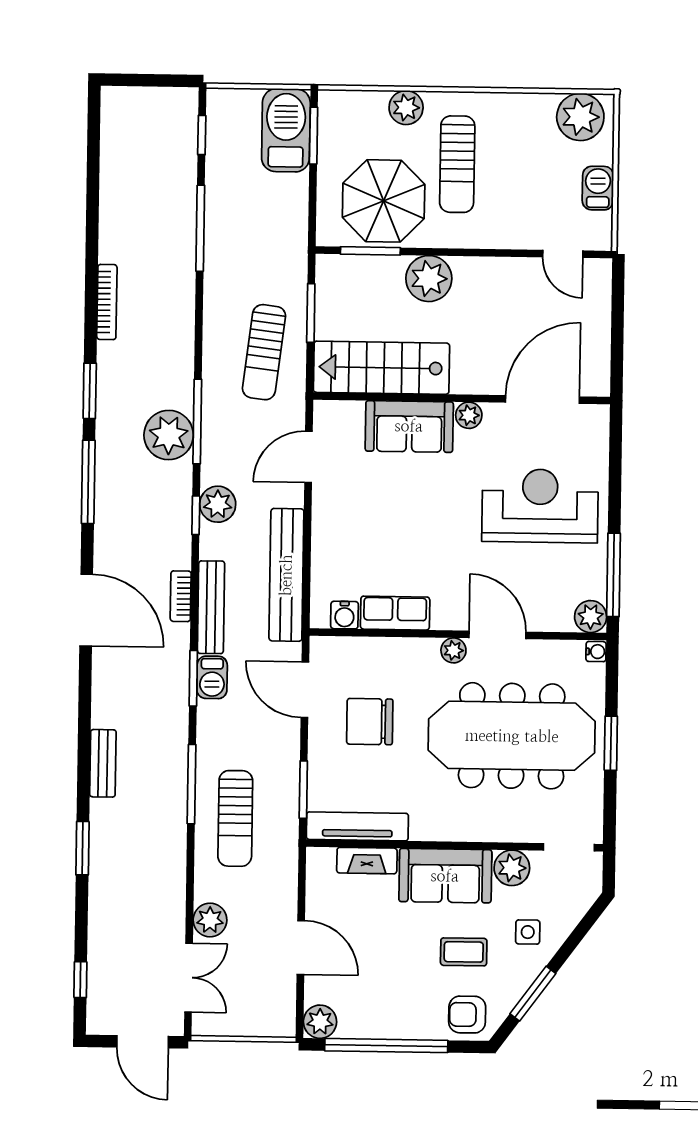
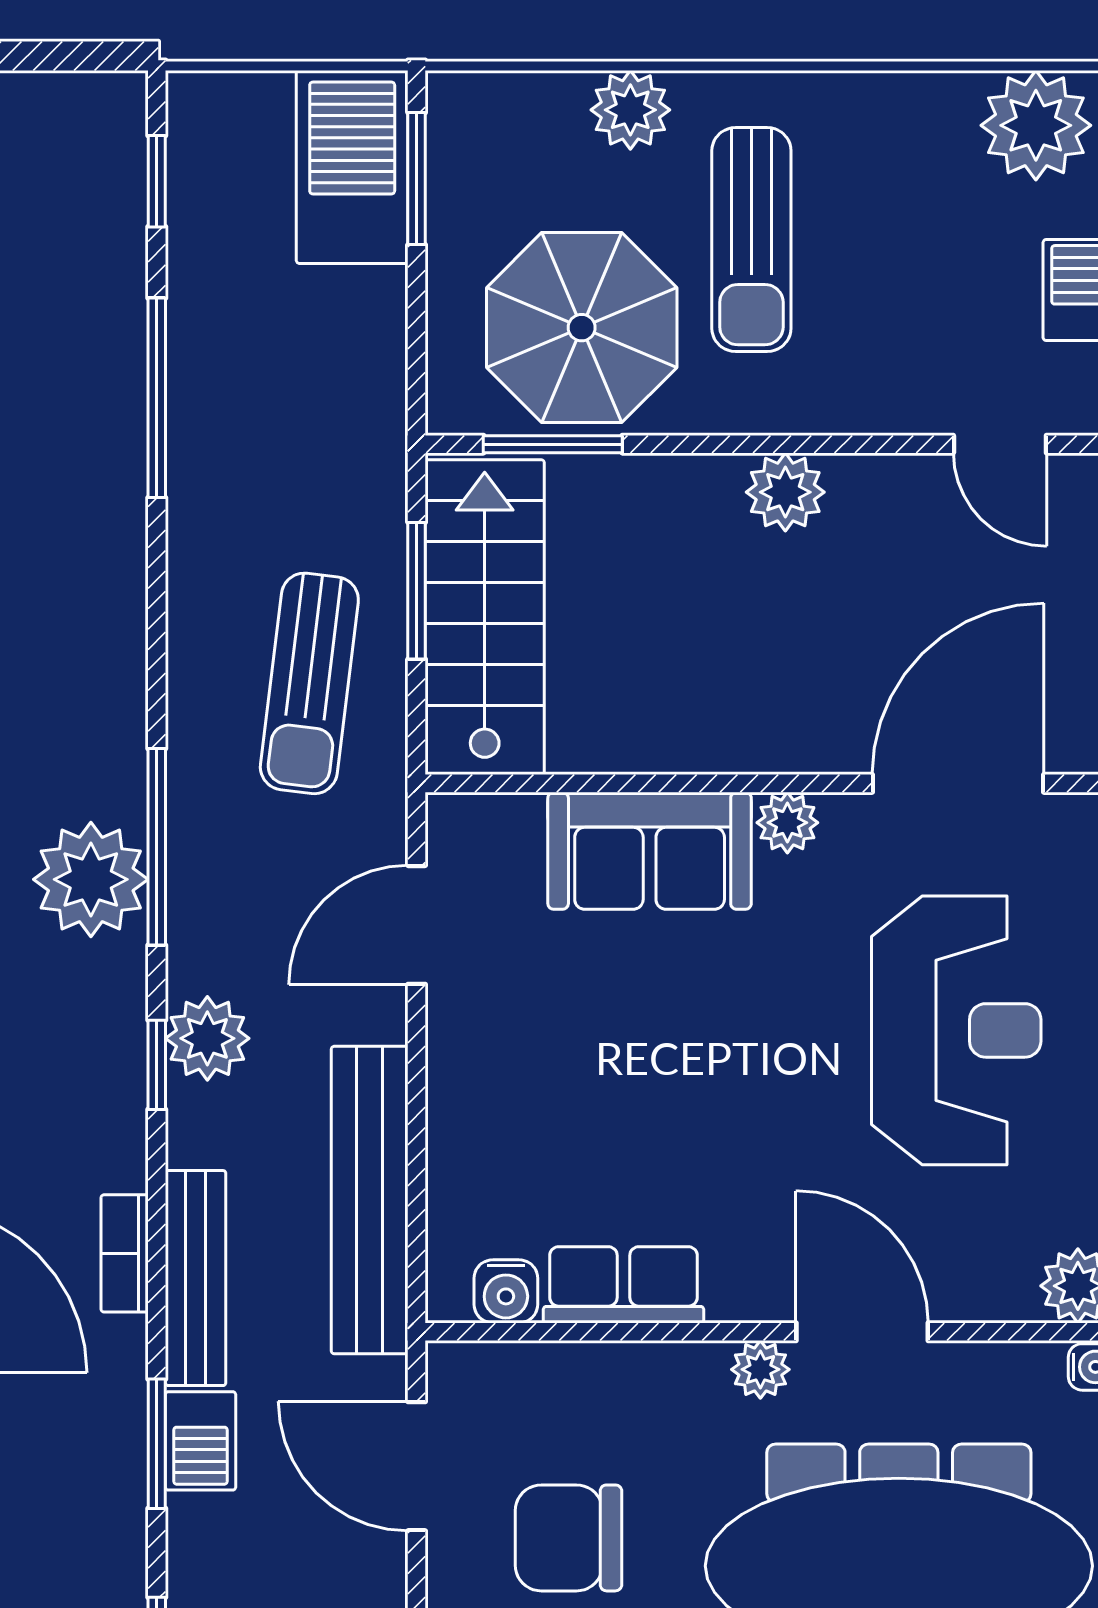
plant: (429, 279) -> (785, 492), moved, width x0.73, depth x0.73
stairs: (381, 368) -> (485, 617), moved, turned 90
reception desk: (540, 506) -> (956, 1030), turned 90

